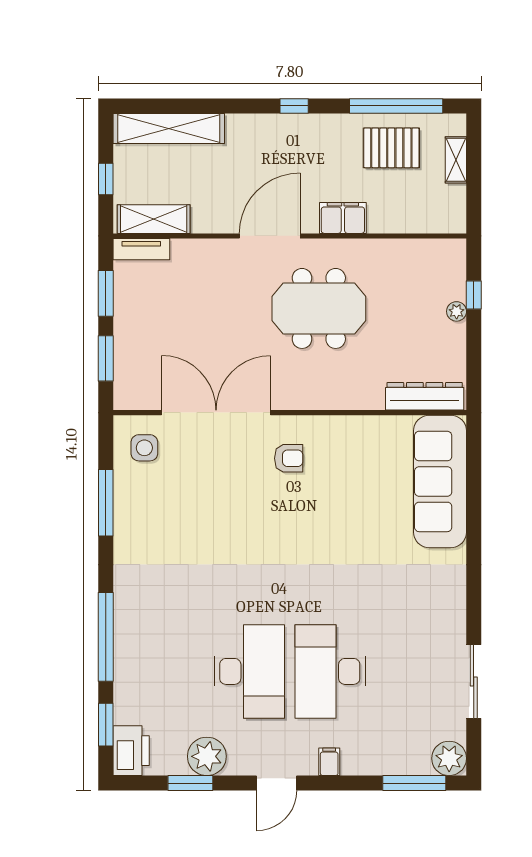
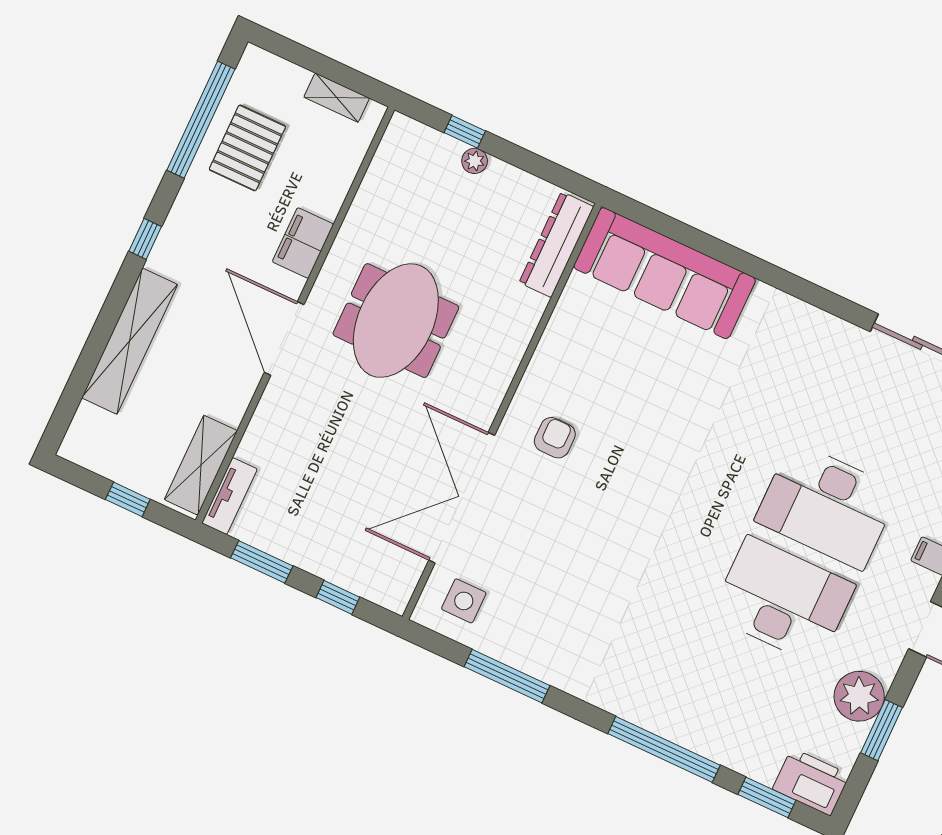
shelving: (169, 128) -> (130, 341), moved
shelving: (456, 160) -> (337, 98), moved
window: (106, 358) -> (338, 597), width x0.67

